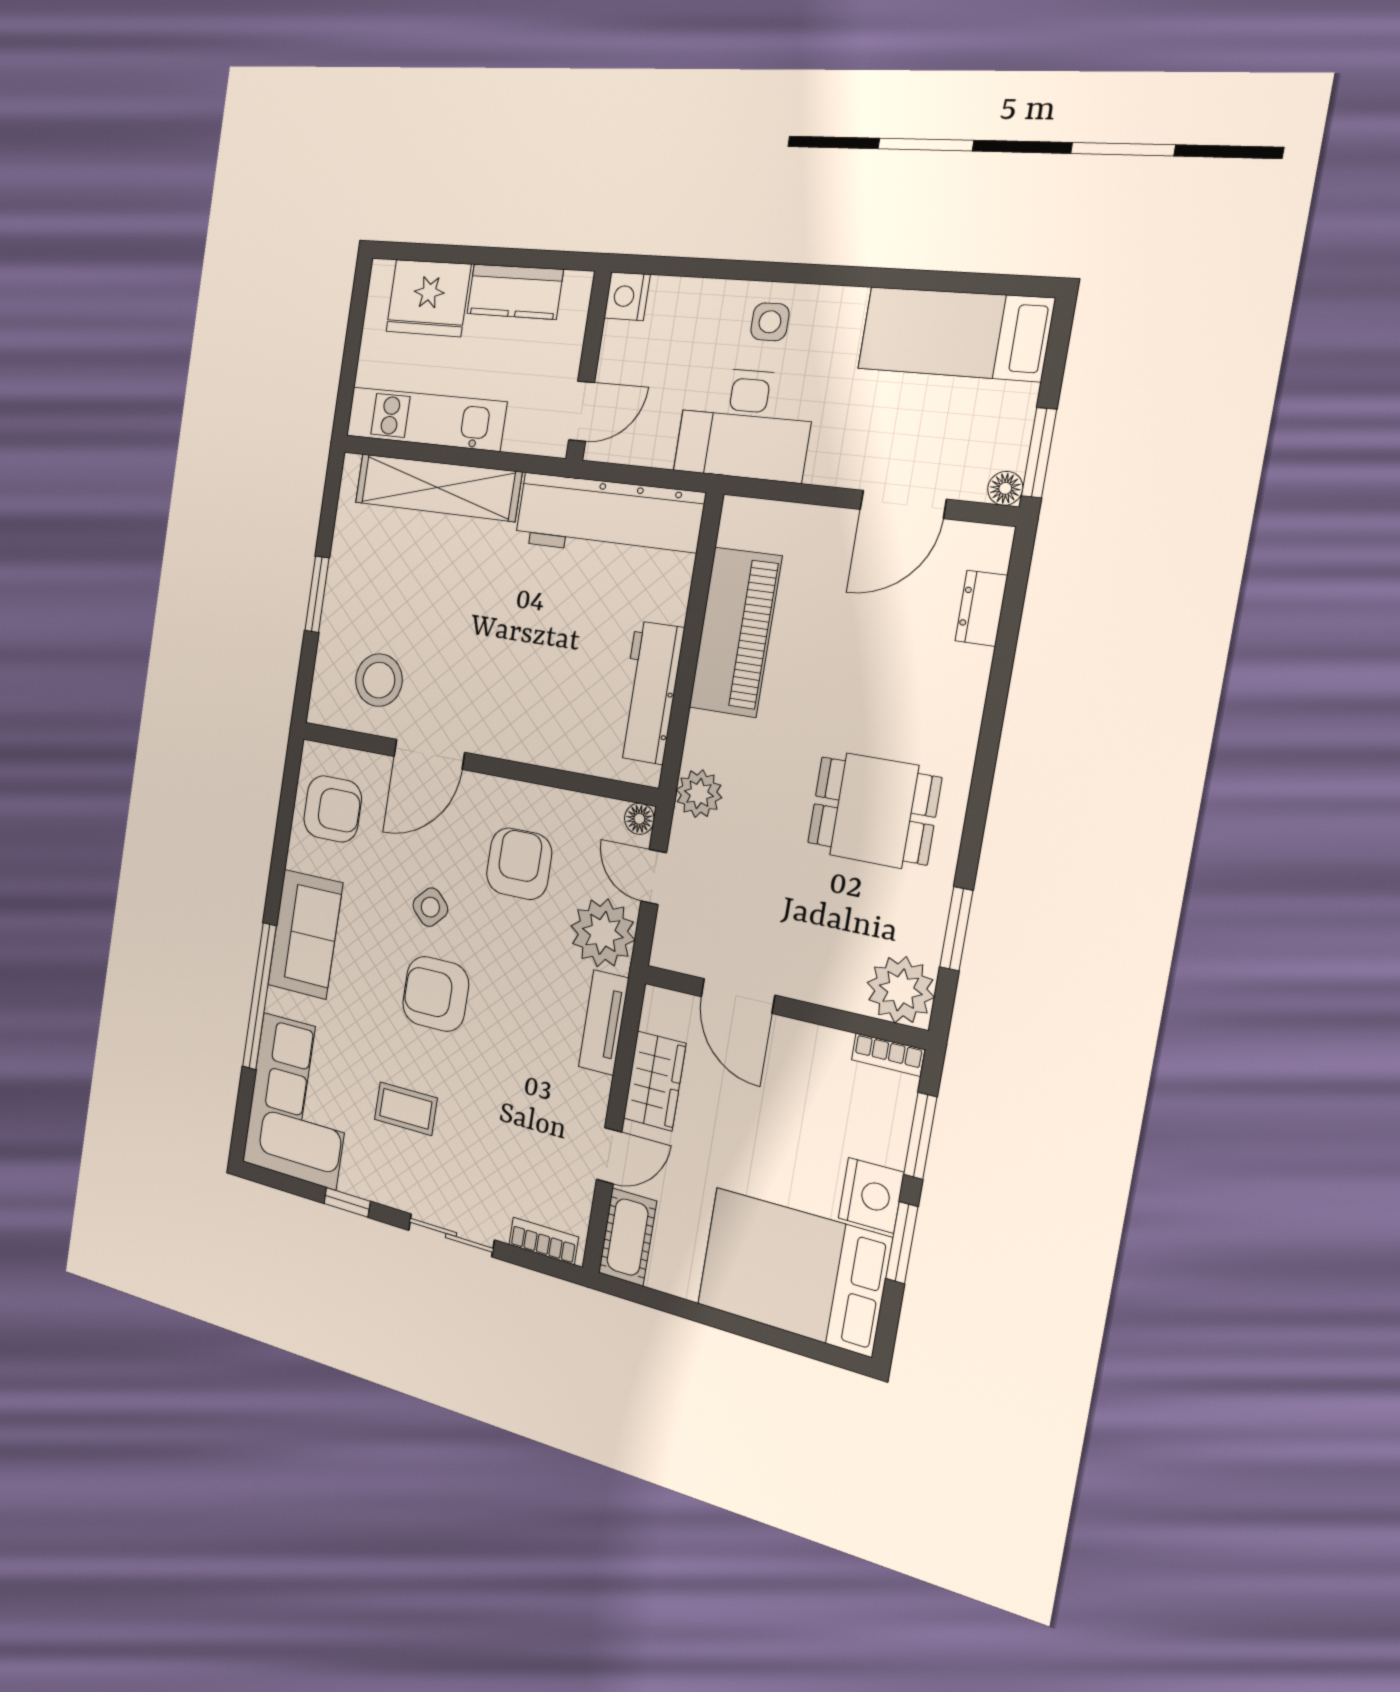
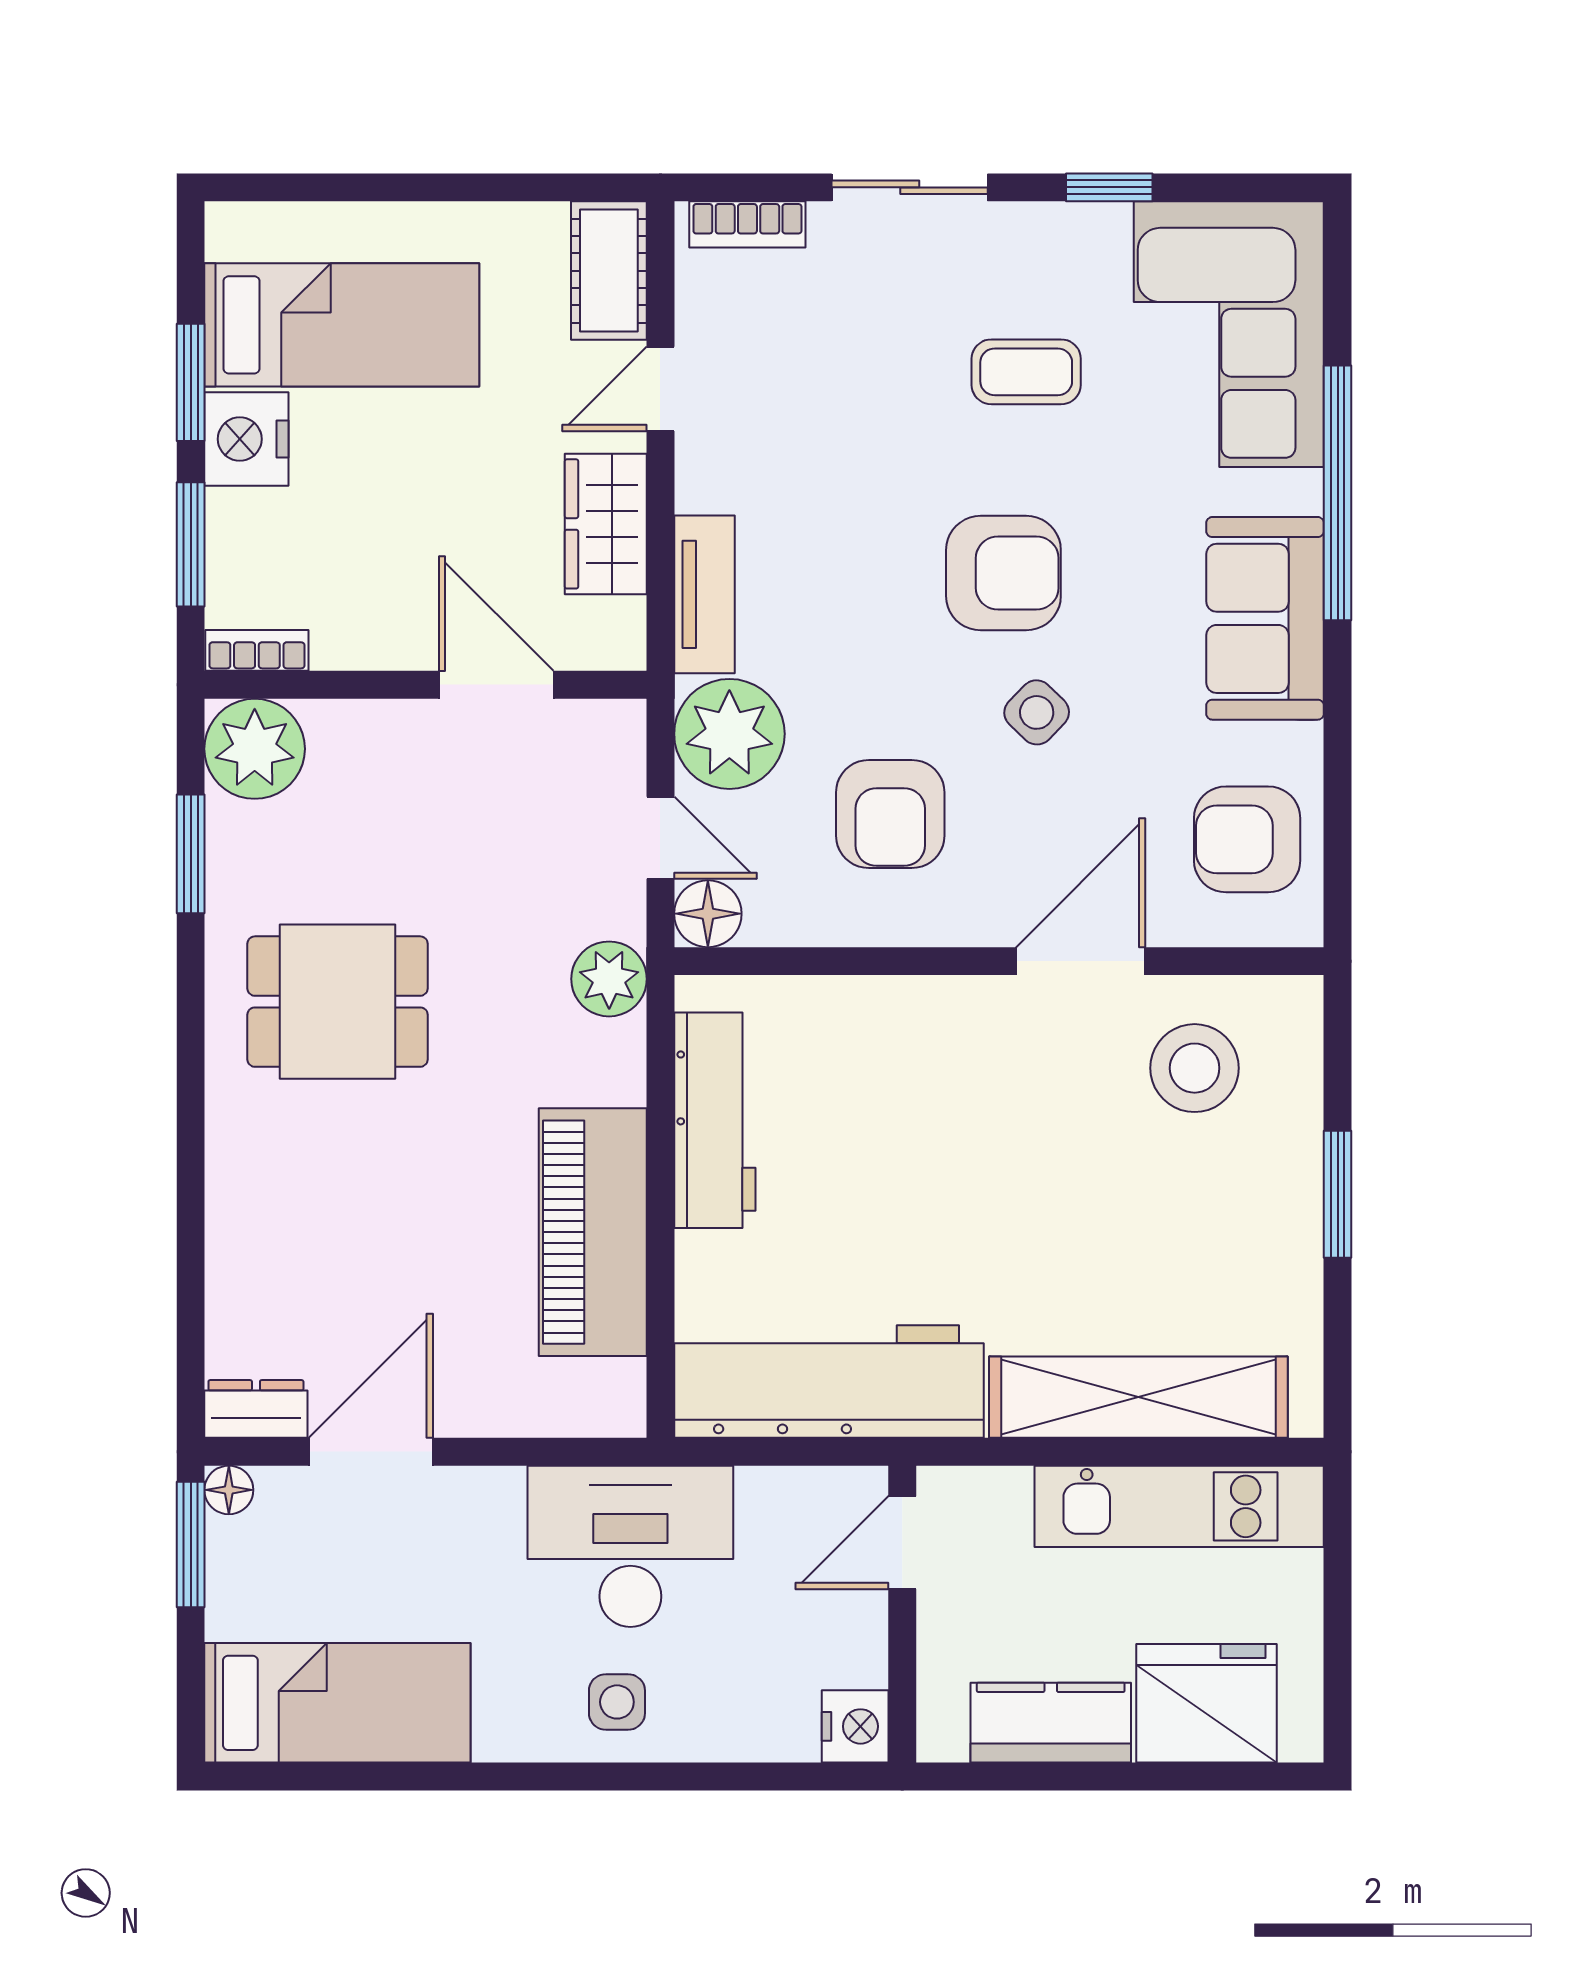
dresser: (981, 608) -> (256, 1409), moved, turned -90
floor lamp: (639, 819) -> (708, 914), width x1.37, depth x1.37
bed: (793, 1271) -> (342, 325), width x0.67

